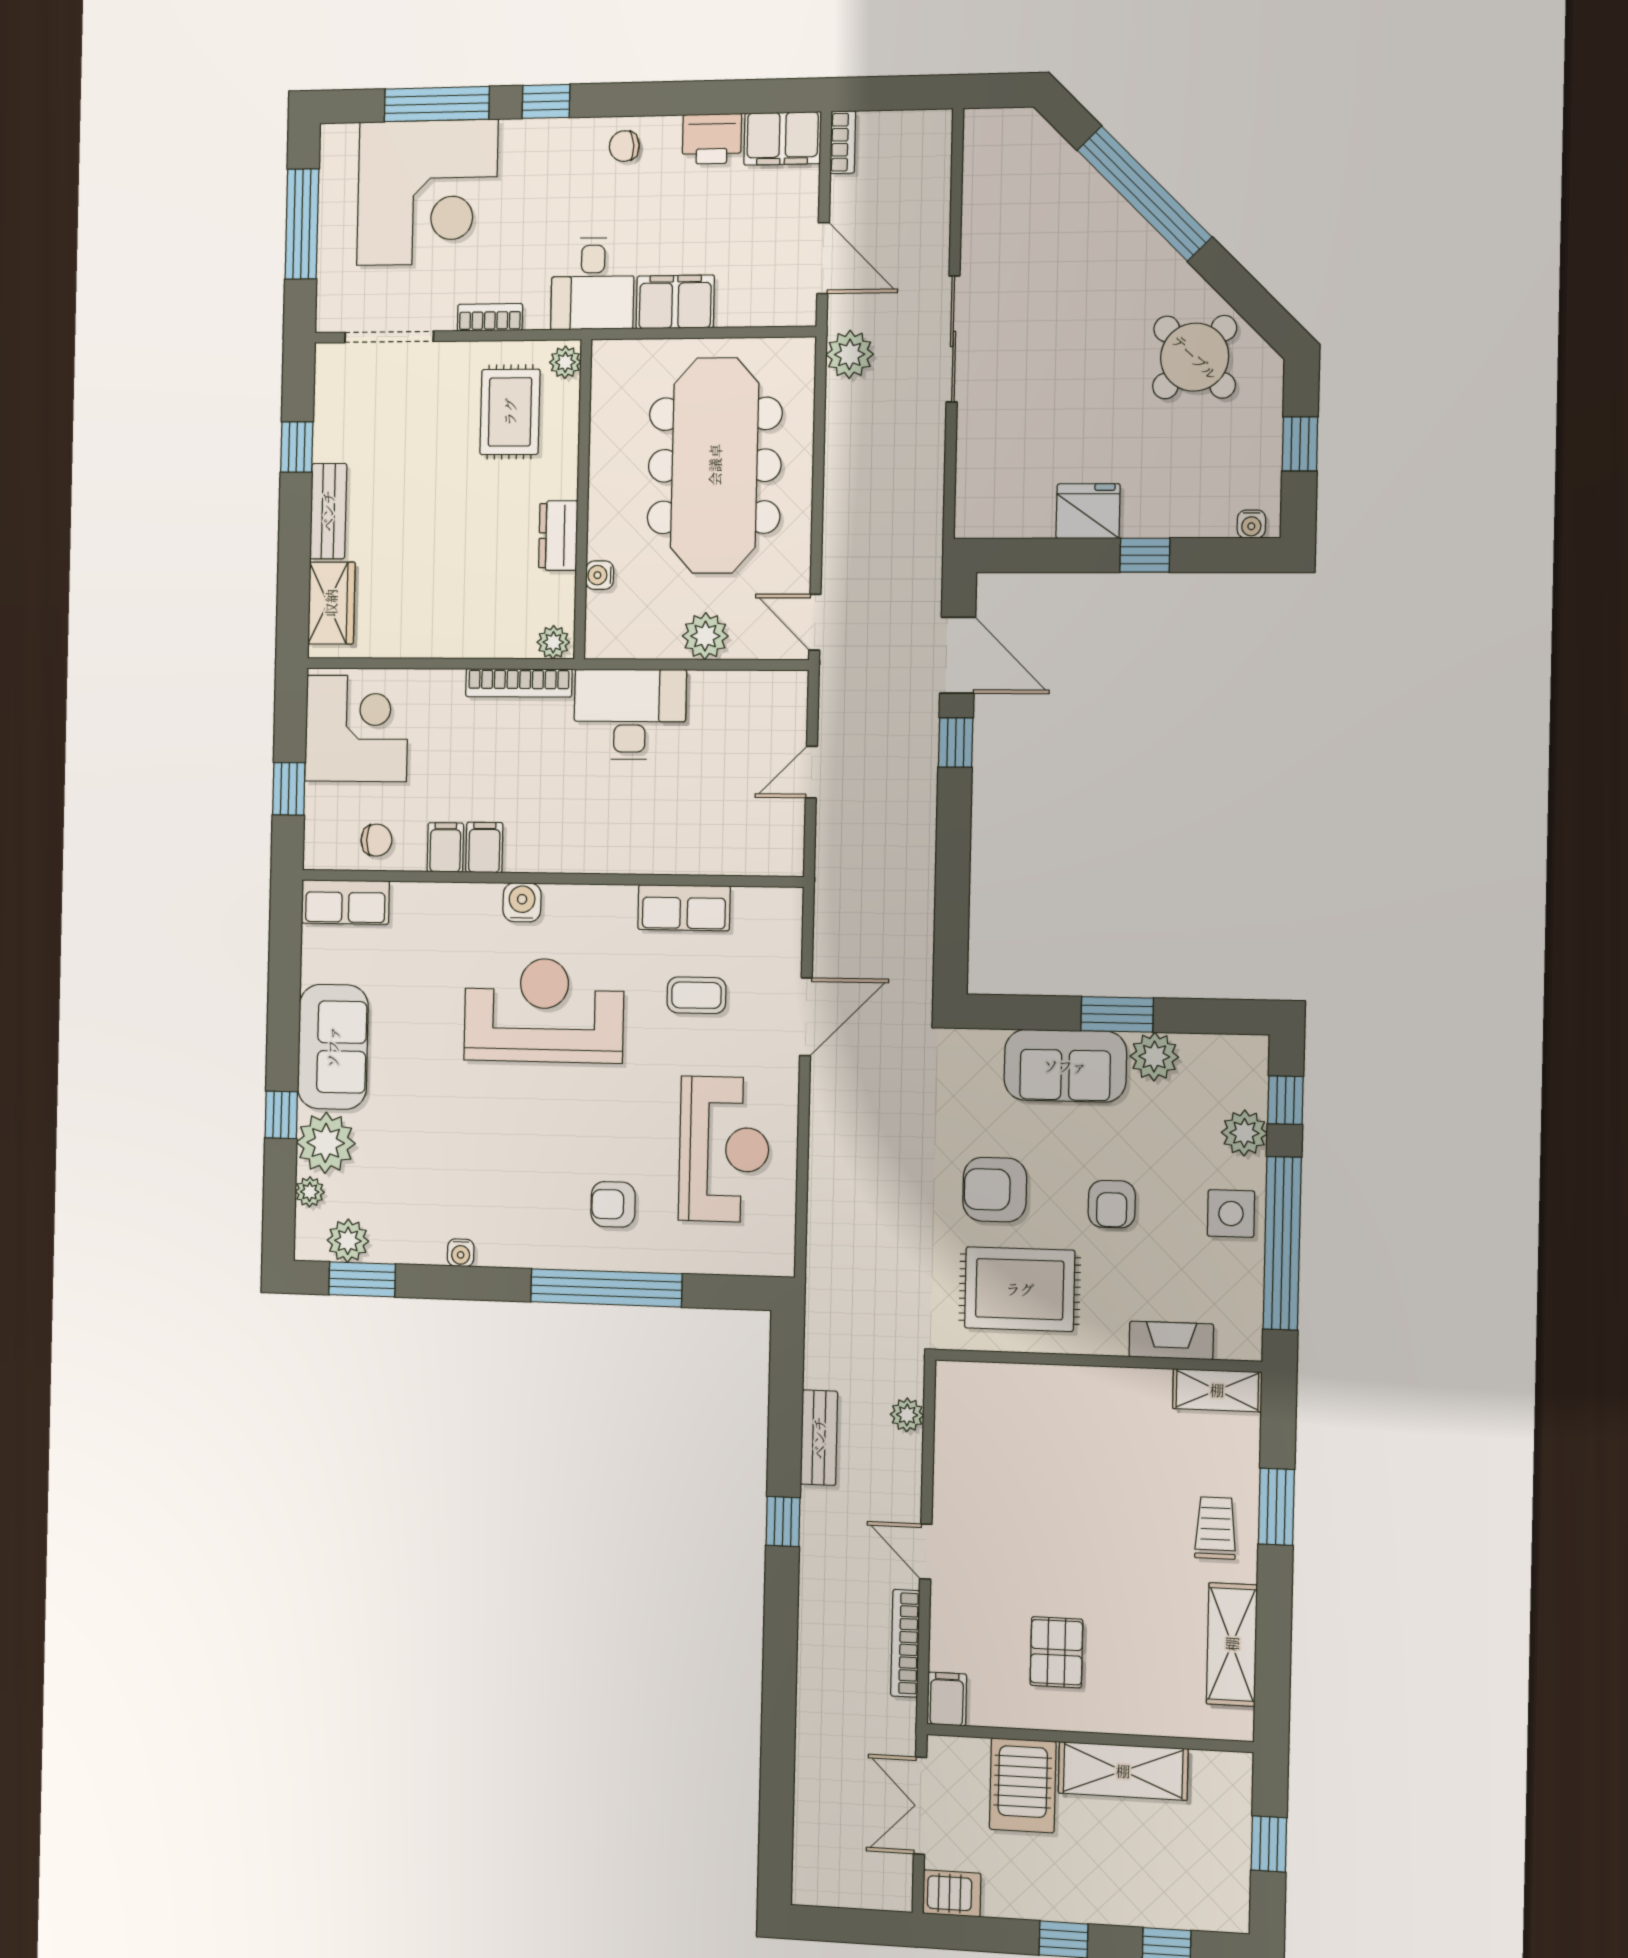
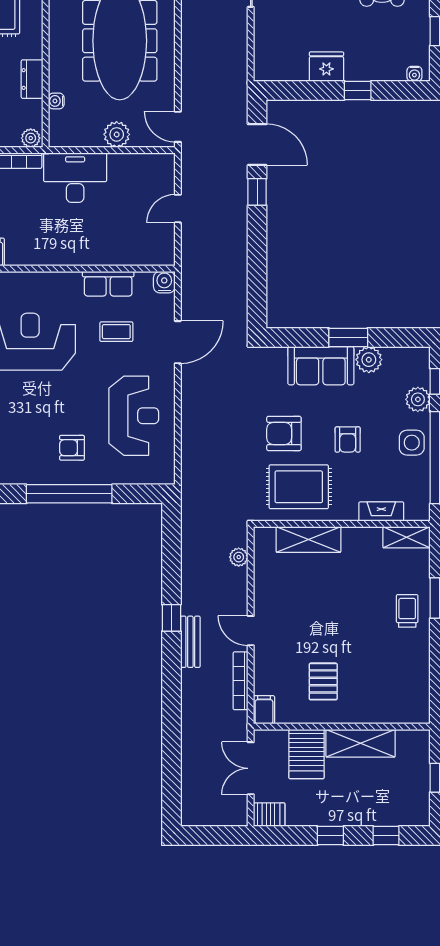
water cooler: (522, 902) -> (164, 282), moved
bench: (819, 1438) -> (190, 642), moved
shelving: (1232, 1644) -> (308, 540), moved, turned 90

